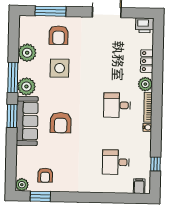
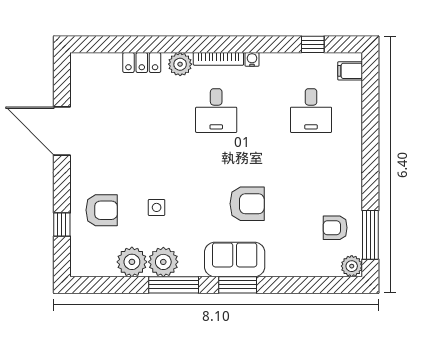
window: (51, 11) -> (62, 224), width x0.46
printer: (145, 25) -> (82, 67), removed
side table: (60, 68) -> (157, 207), width x0.54, depth x0.54
plant: (26, 86) -> (163, 262), moved
sofa: (27, 121) -> (235, 259), width x0.73
armchair: (45, 175) -> (335, 228), turned 180
window: (40, 196) -> (370, 235), width x1.44

